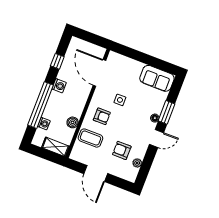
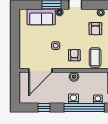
sofa: (157, 78) -> (41, 17), moved, turned 90
washing machine: (59, 86) -> (73, 99), moved
boiler: (73, 122) -> (74, 77), moved

